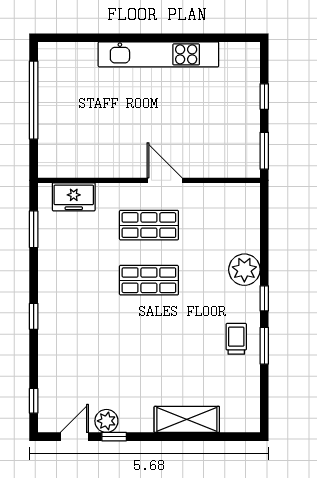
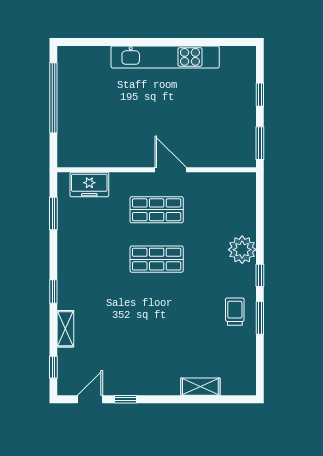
shelving: (47, 358) -> (65, 329), added
shelving: (187, 419) -> (200, 387), width x0.67, depth x0.75
plant: (106, 421) -> (119, 385), removed

